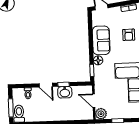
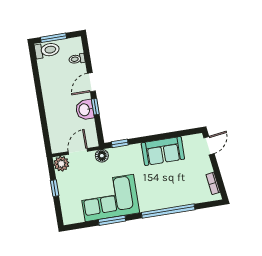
armchair: (129, 35) -> (175, 188), removed
floor lamp: (98, 60) -> (102, 156), moved

